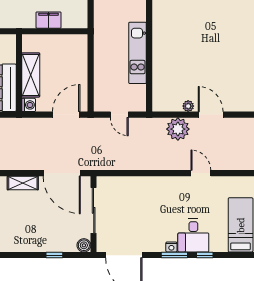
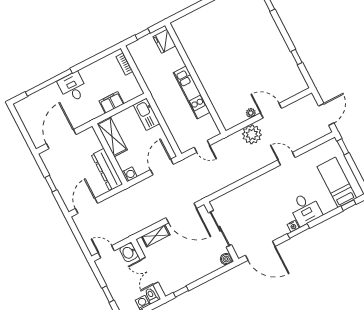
kitchen sink: (79, 51) -> (147, 114), added
shelving: (31, 75) -> (112, 137), moved
window: (54, 255) -> (181, 292), moved
window: (205, 255) -> (348, 205), moved

